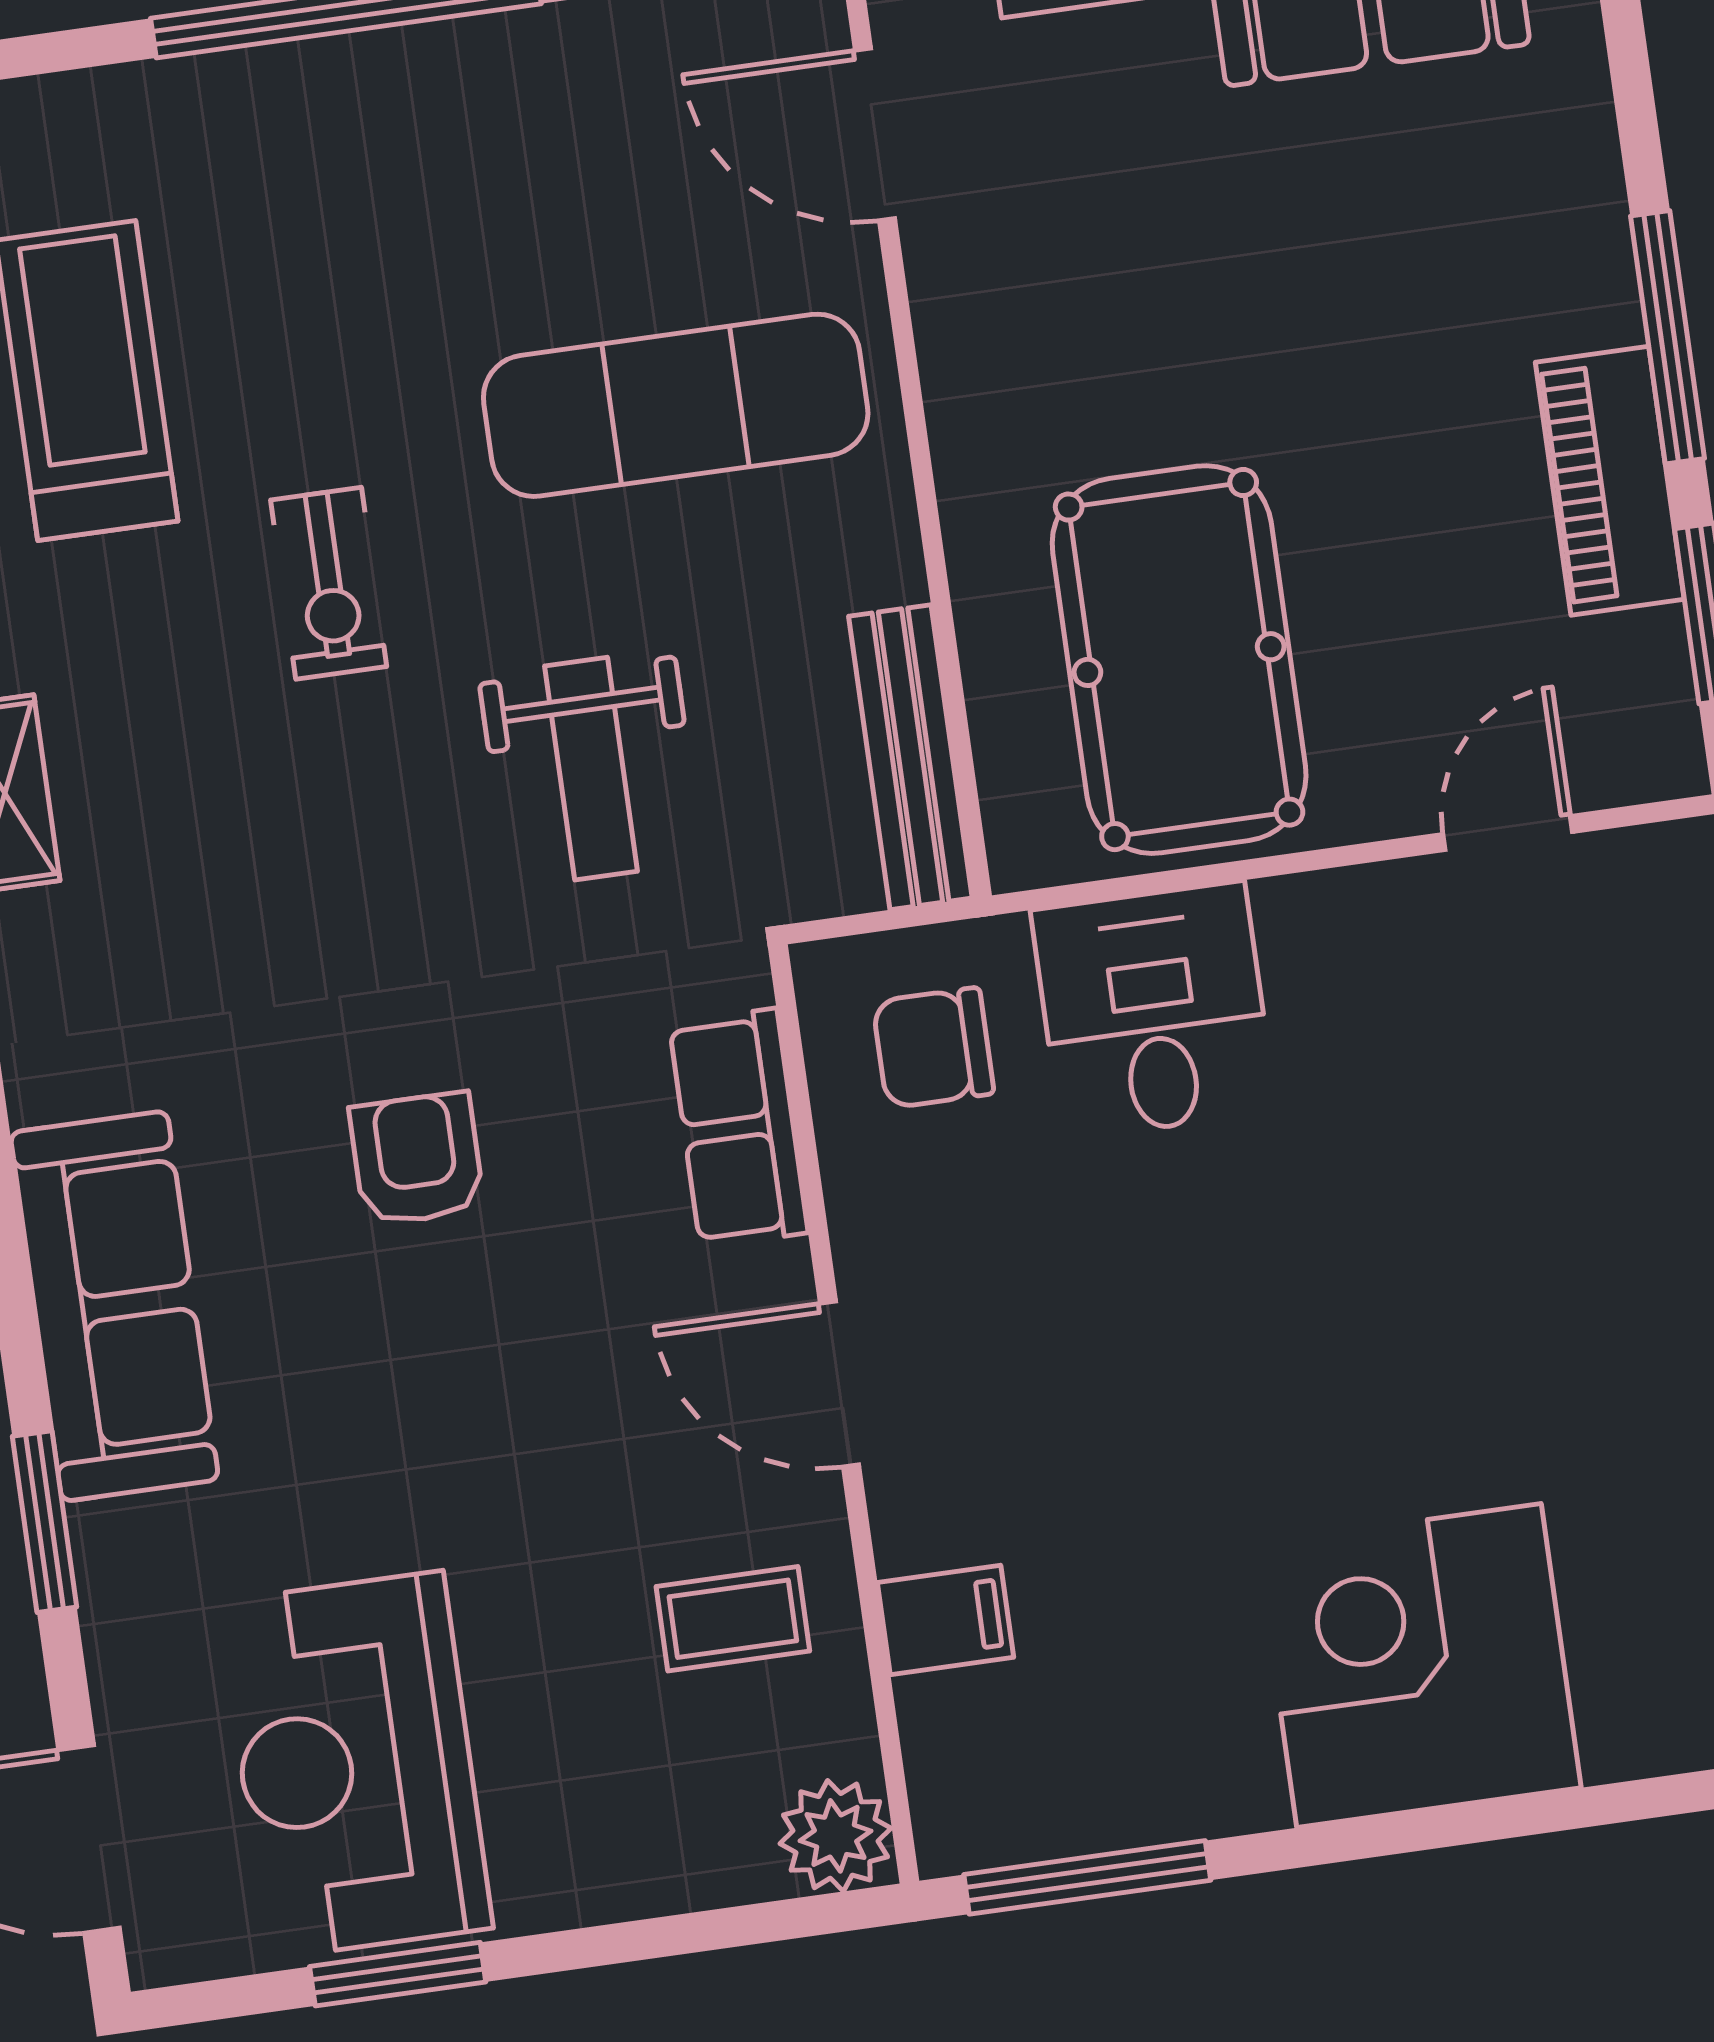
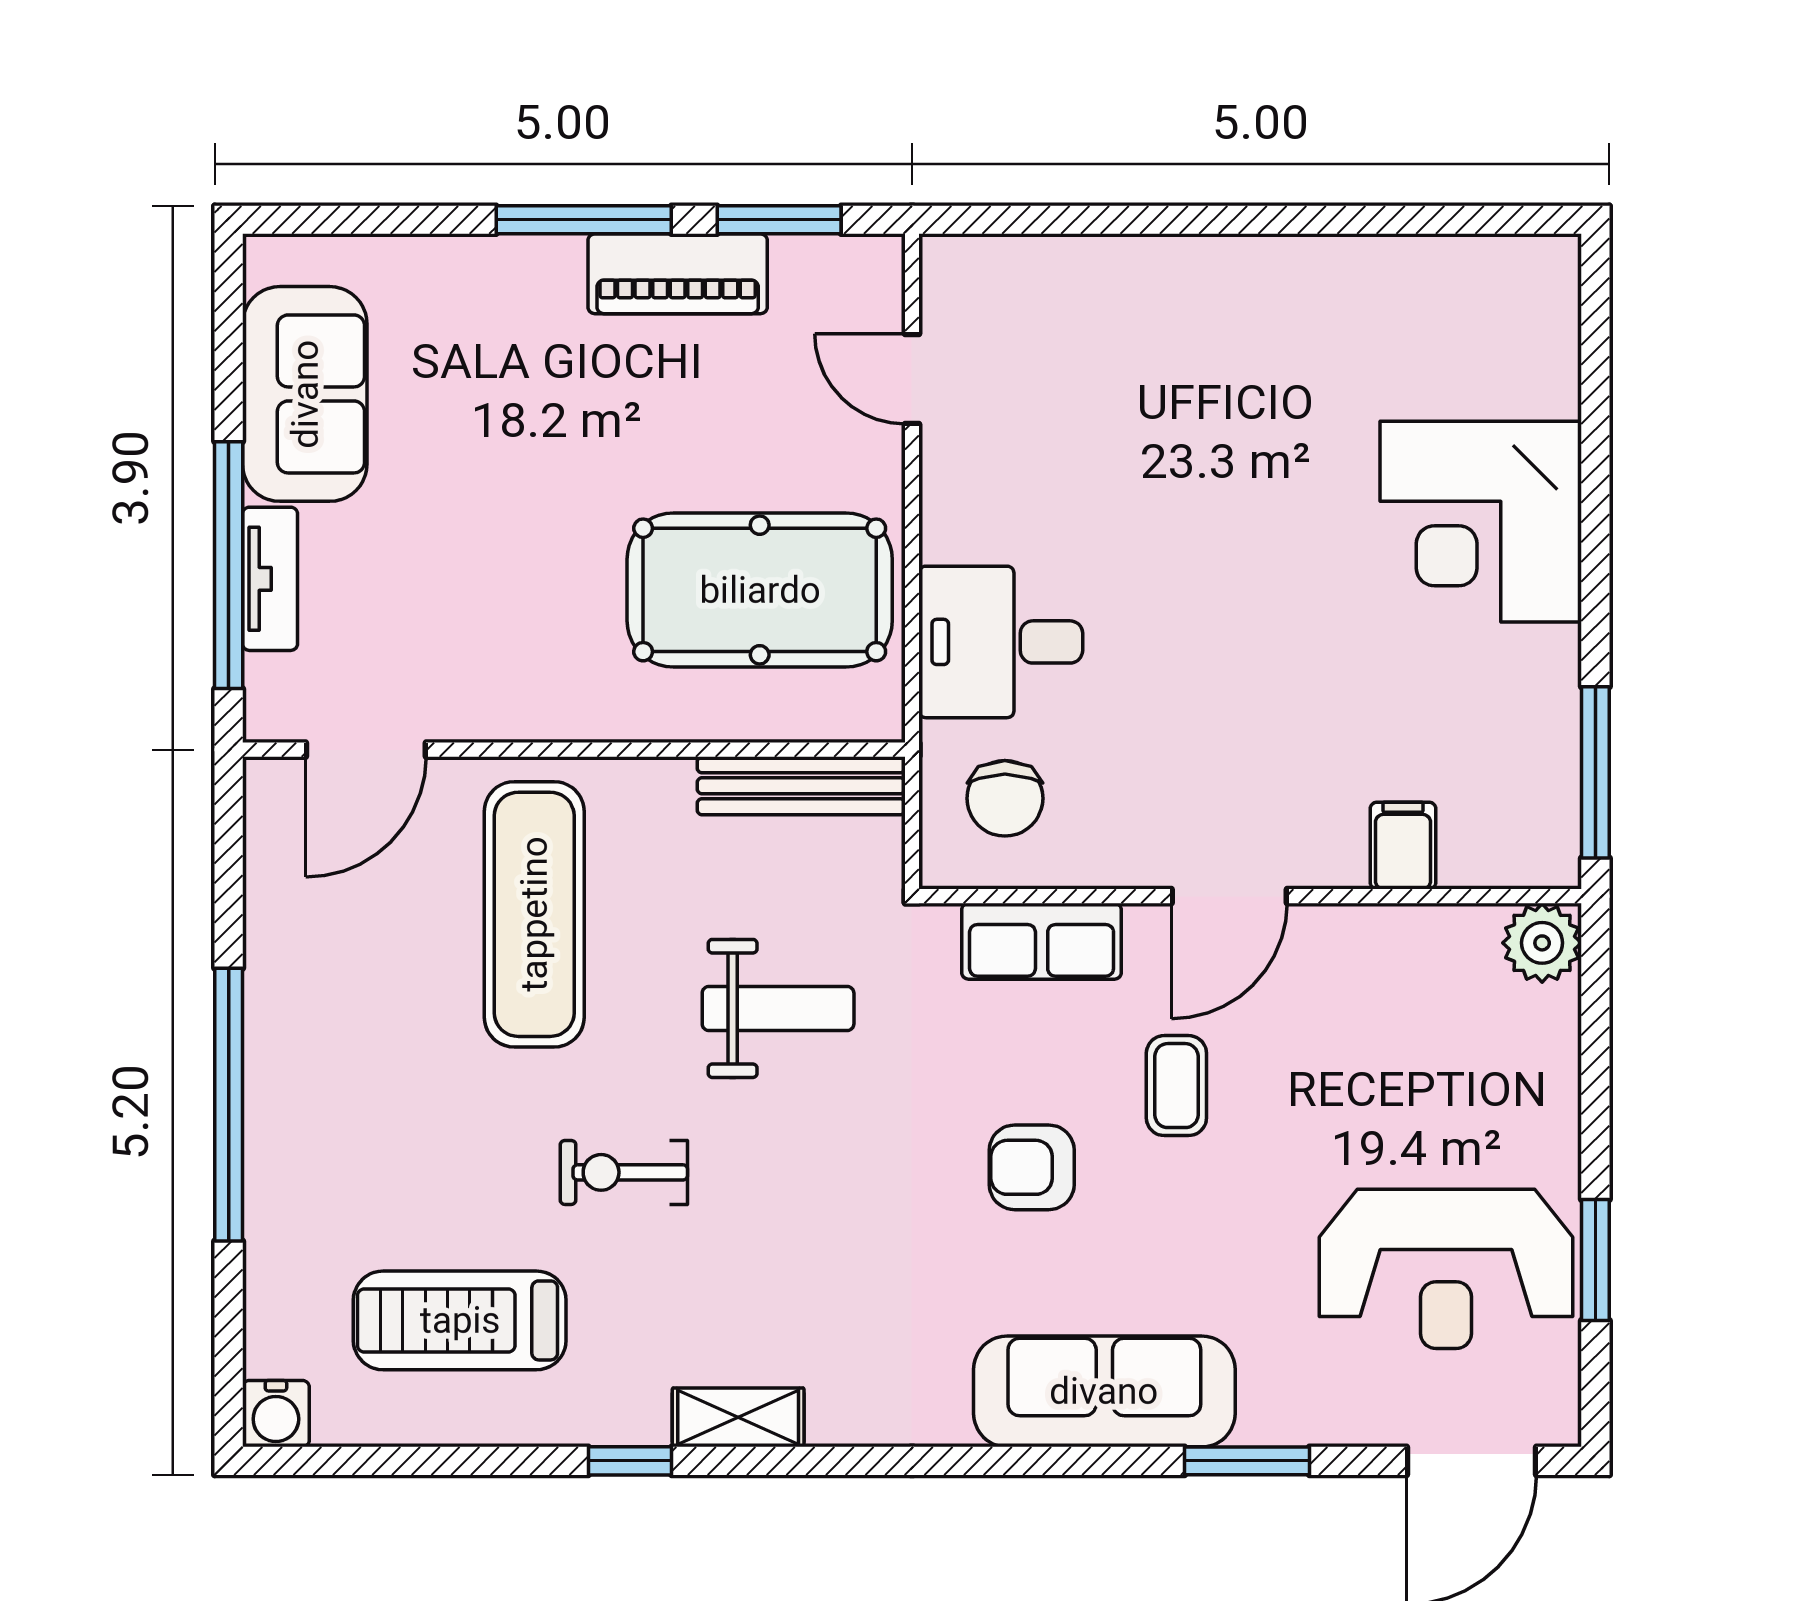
exercise bike: (329, 583) -> (624, 1172), turned 180
coffee table: (733, 1619) -> (1176, 1086), moved

